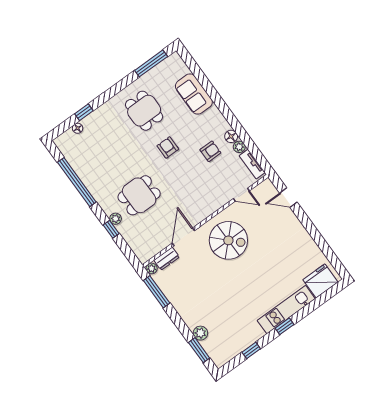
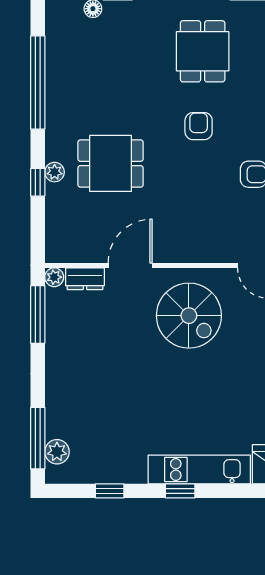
plant: (200, 333) -> (57, 452), moved
window: (199, 350) -> (38, 438), width x1.44

